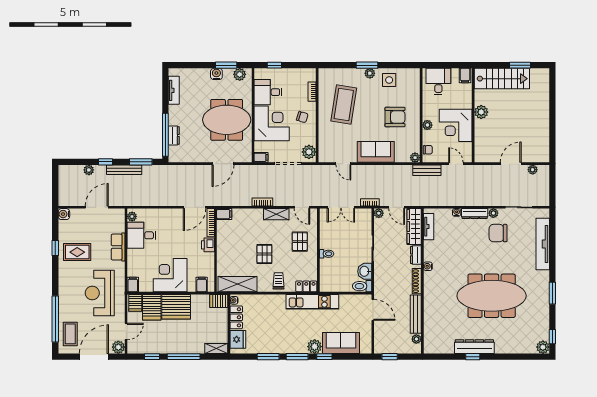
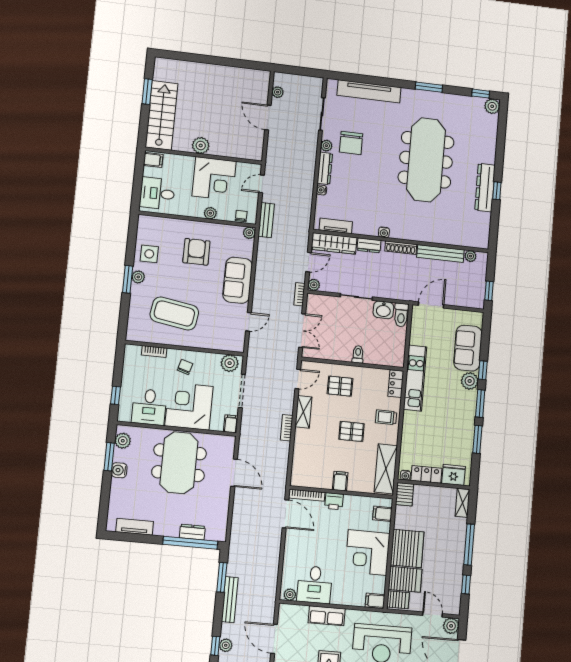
window: (106, 162) -> (215, 646), moved
filing cabinet: (224, 214) -> (340, 481), moved

